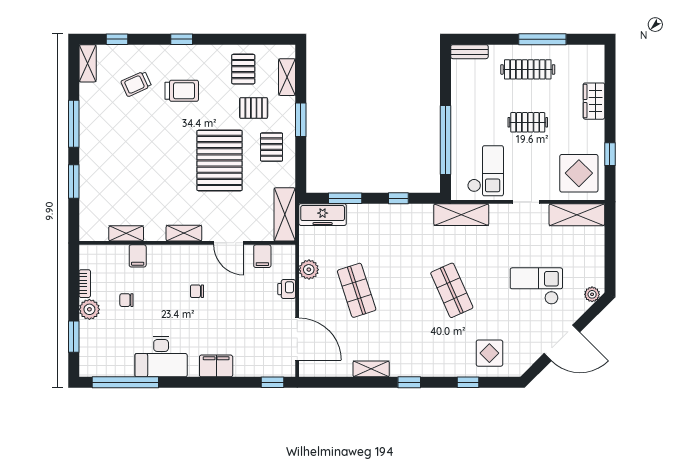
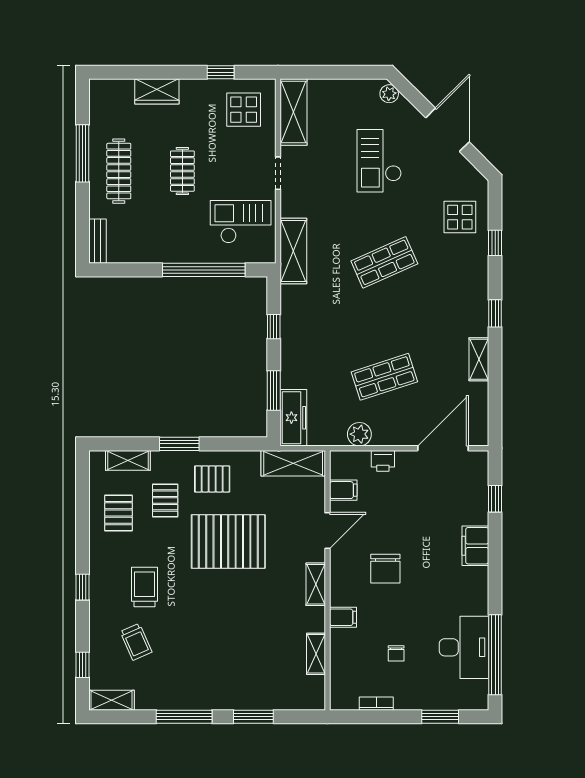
pallet: (243, 69) -> (118, 513), turned 90
display table: (579, 173) -> (244, 110), width x0.73, depth x0.73
filing cabinet: (138, 256) -> (343, 617), moved
chair: (197, 291) -> (385, 569), width x1.87, depth x1.87
plant: (89, 309) -> (407, 698), removed
desk: (161, 357) -> (464, 647), moved
window: (273, 382) -> (495, 499), moved

